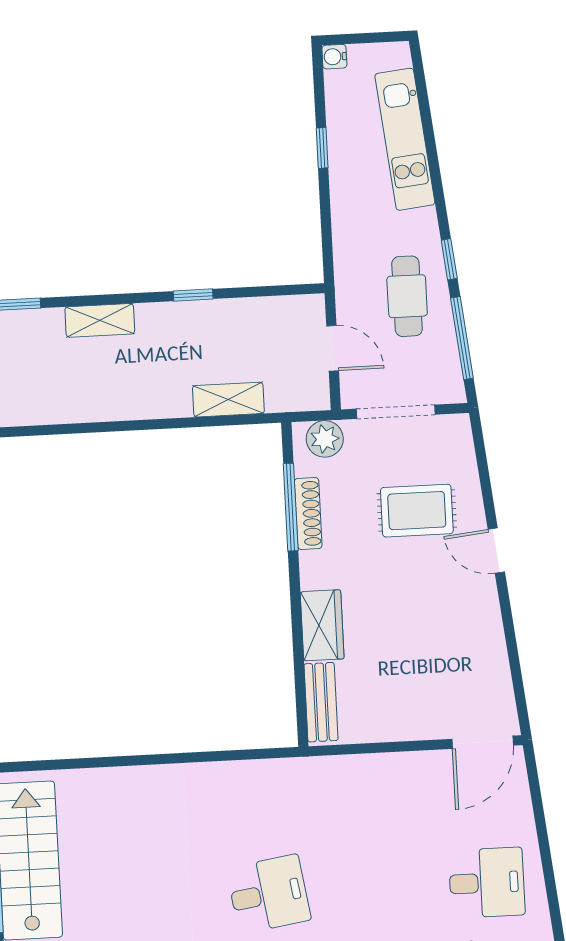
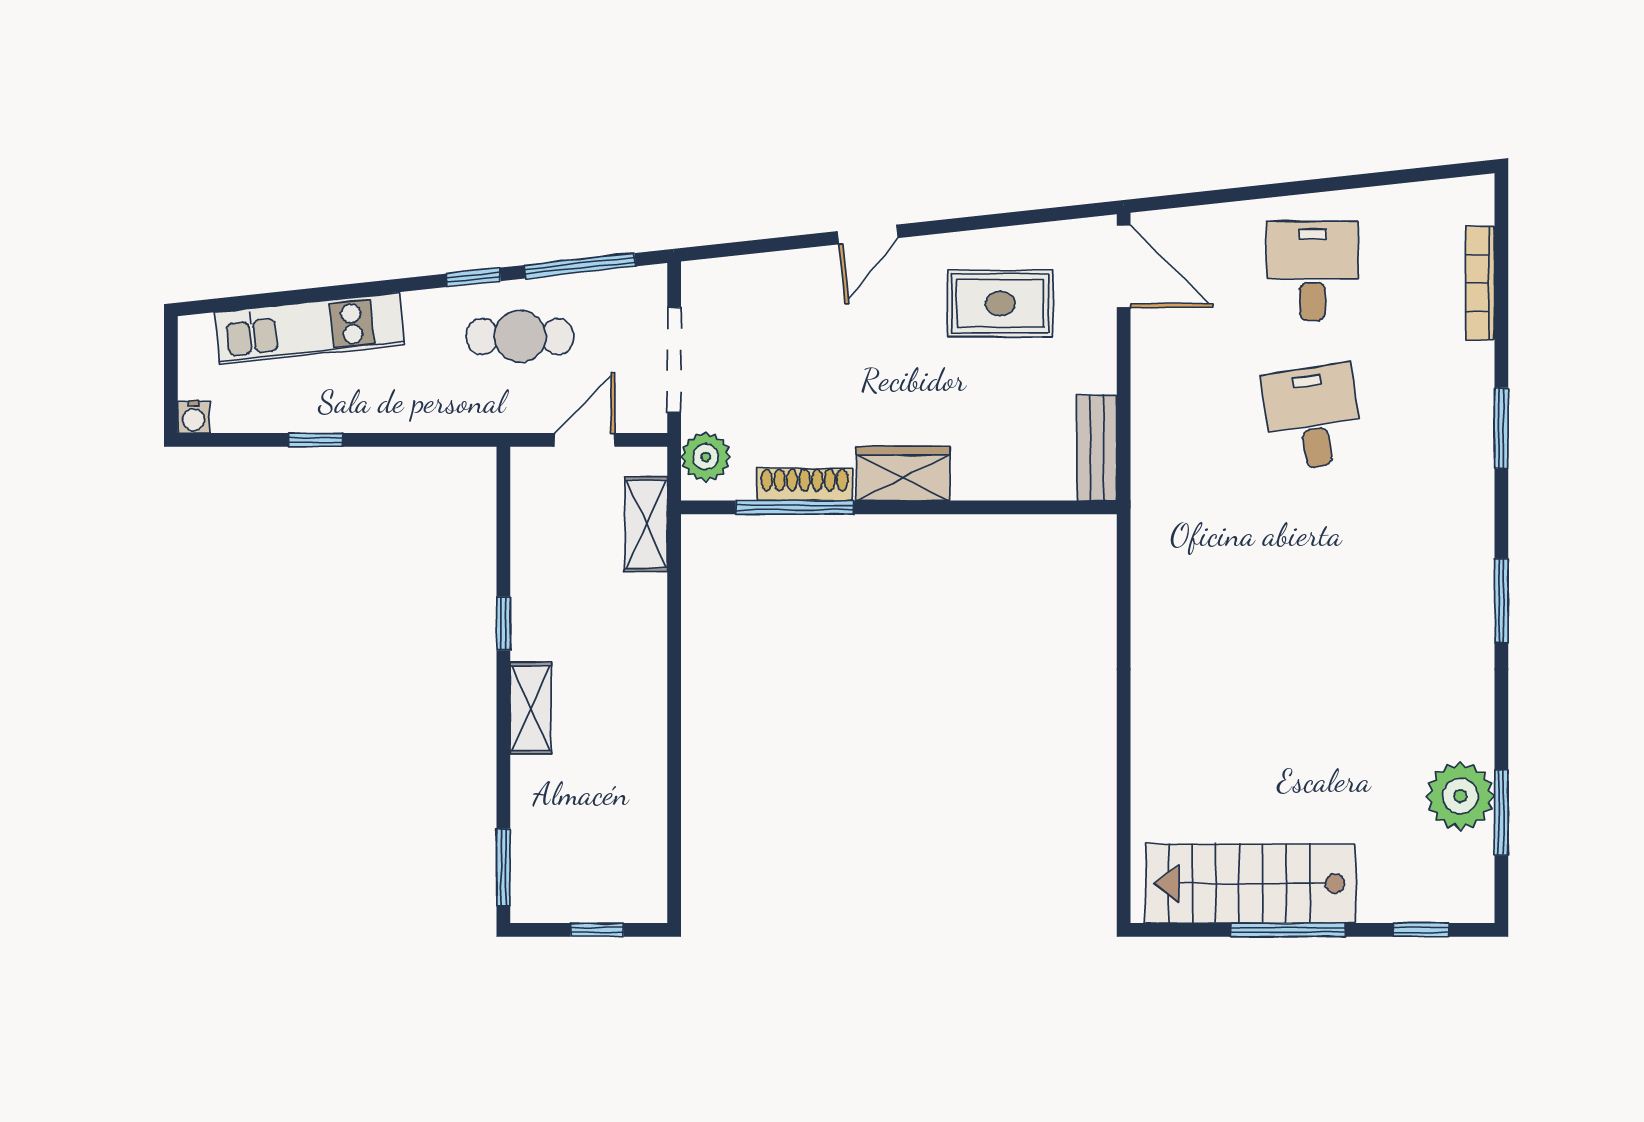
shelving: (100, 320) -> (531, 708), moved
shelving: (228, 400) -> (646, 524), moved
rug: (417, 511) -> (1000, 303), moved, turned 90
wardrobe: (322, 625) -> (903, 474), moved
bench: (321, 702) -> (1097, 448), moved, turned 90
desk: (269, 894) -> (1313, 417), moved

